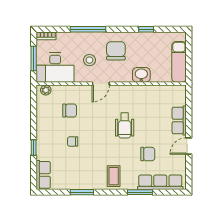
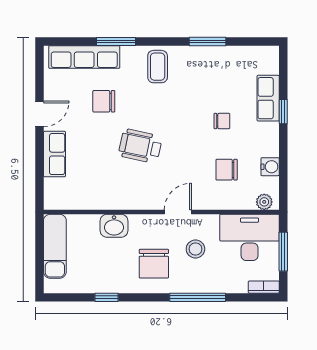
water cooler: (42, 112) -> (270, 167), added
wheelchair: (125, 126) -> (140, 146), turned -78
row of seats: (43, 175) -> (268, 98), moved

